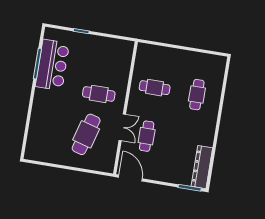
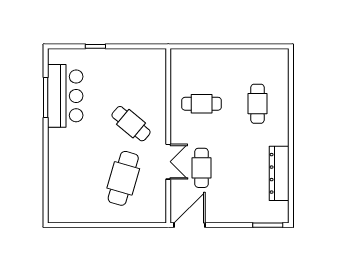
cafe table: (99, 94) -> (131, 124), turned 40
dresser: (202, 167) -> (279, 173), moved
door: (130, 178) -> (190, 225), hinge flipped

